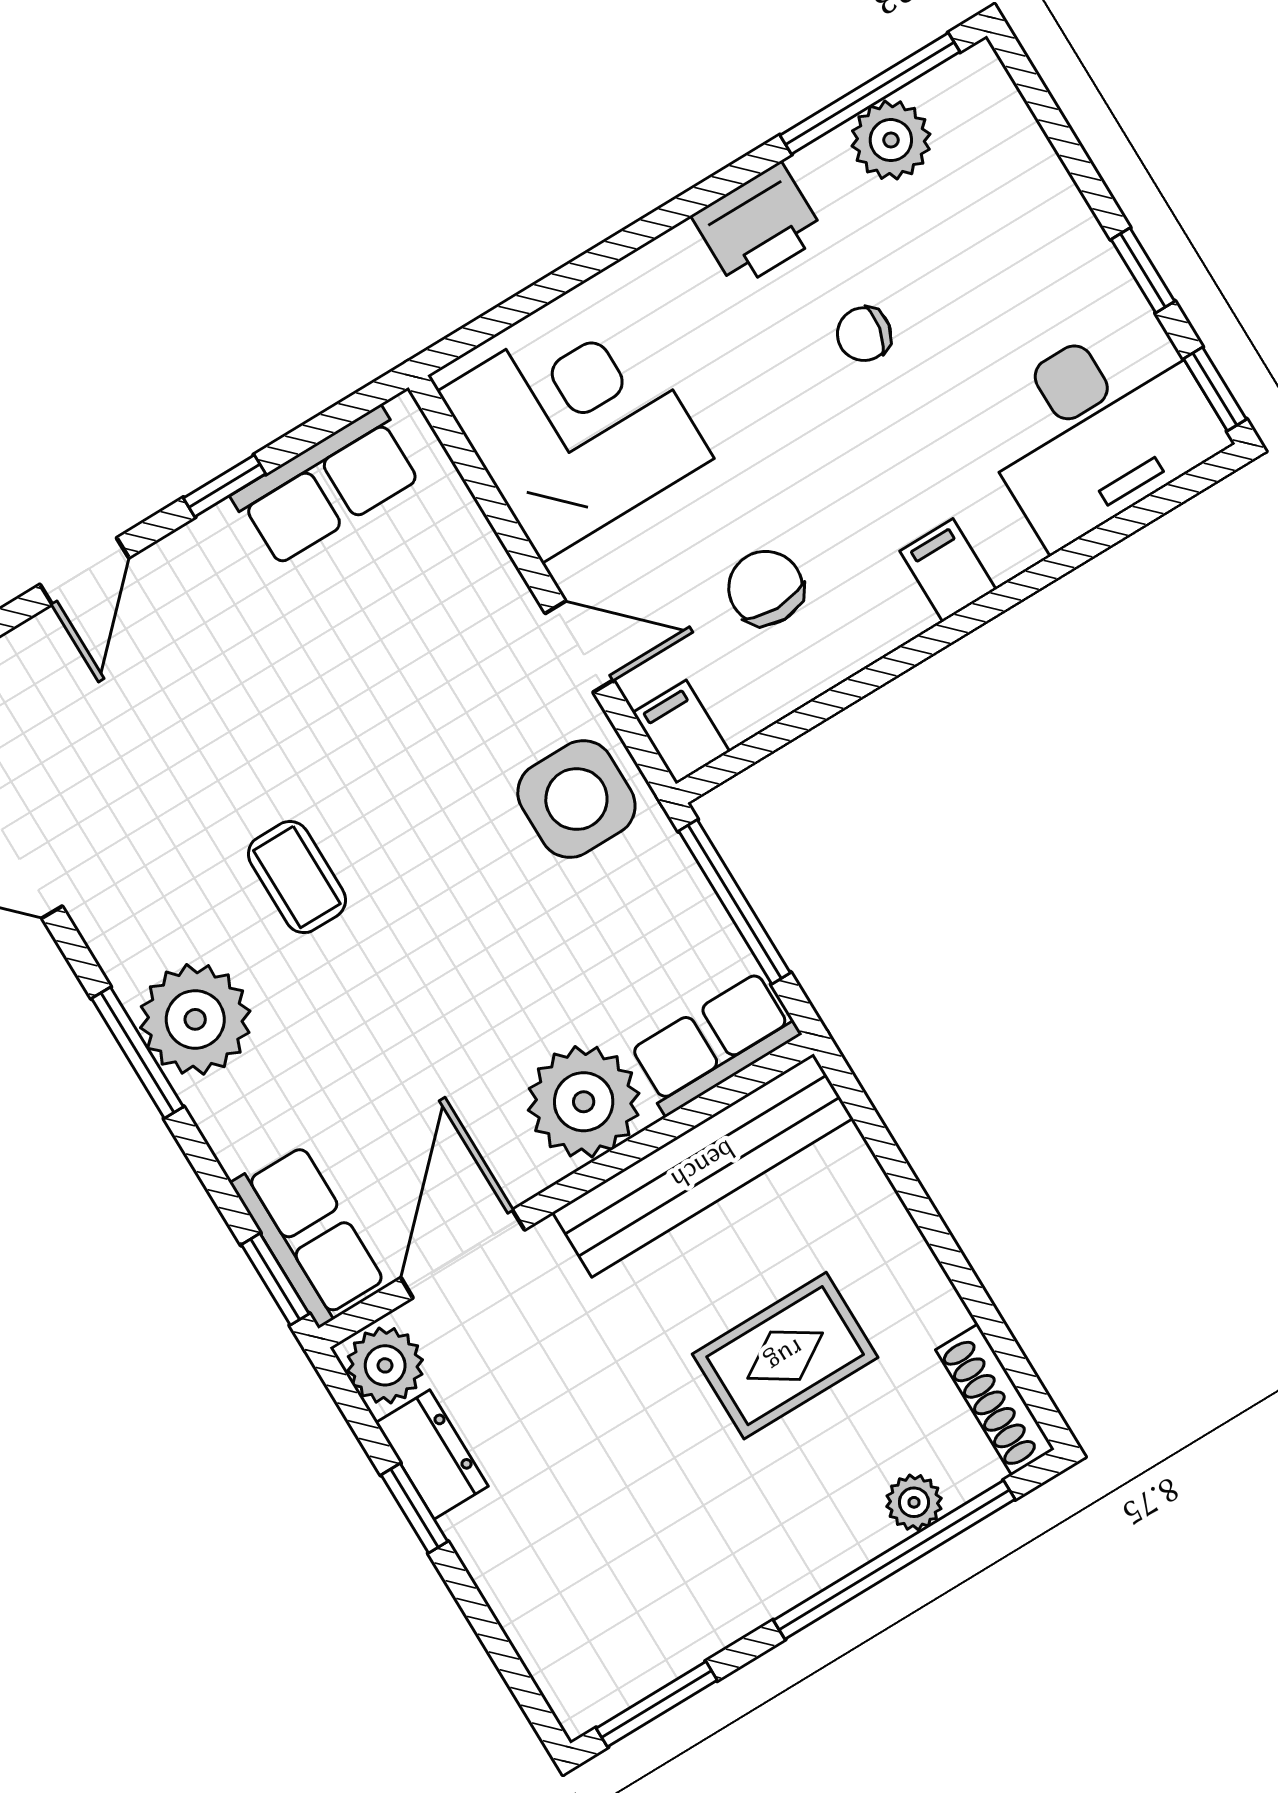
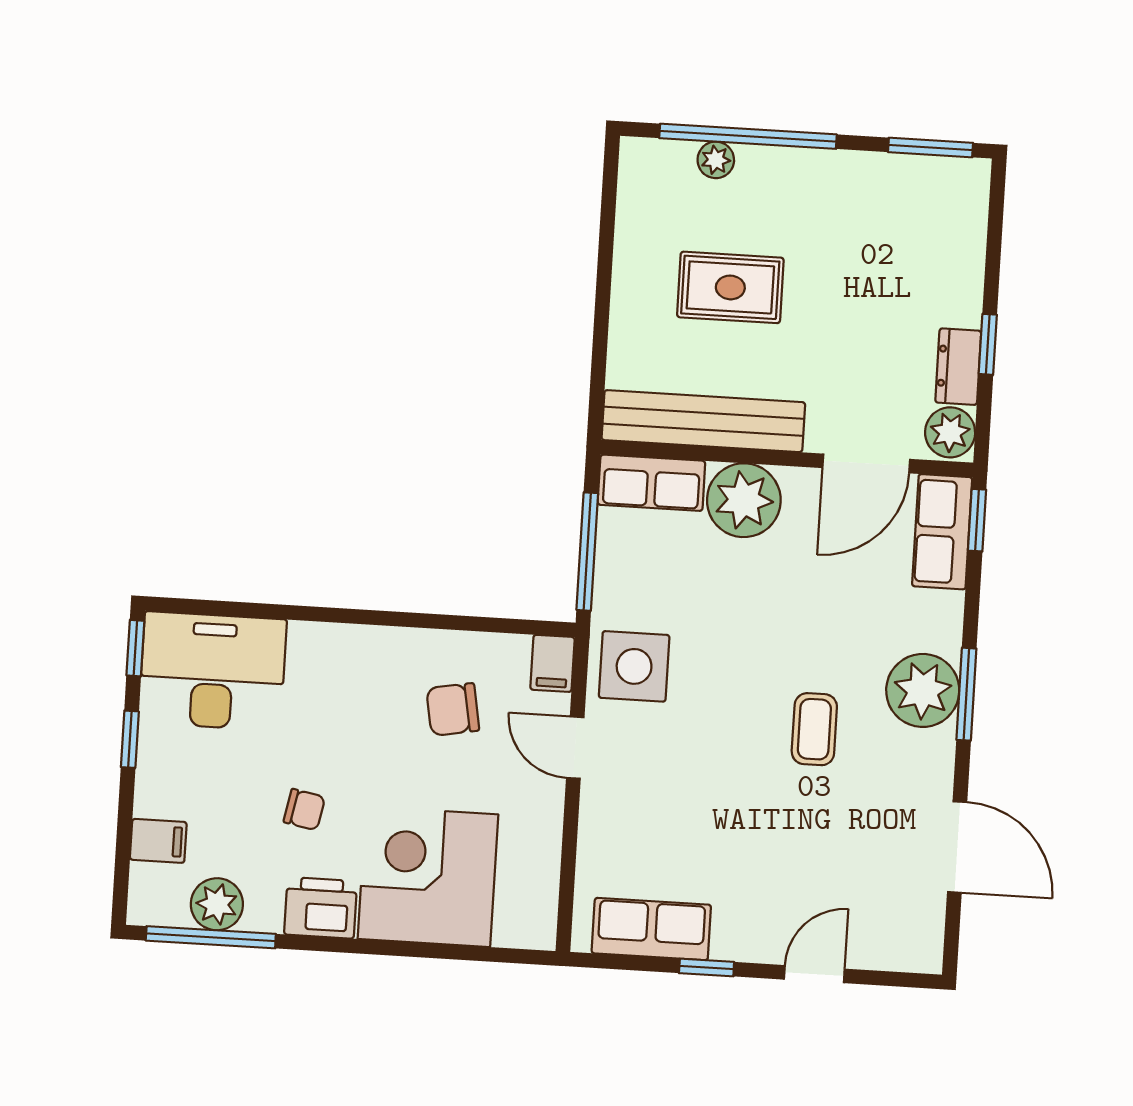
corner desk: (576, 425) -> (428, 877), moved, turned 90
filing cabinet: (948, 570) -> (158, 841), moved, turned -90
chair: (766, 588) -> (453, 709), turned 80
shoe rack: (995, 1399) -> (633, 185), removed

